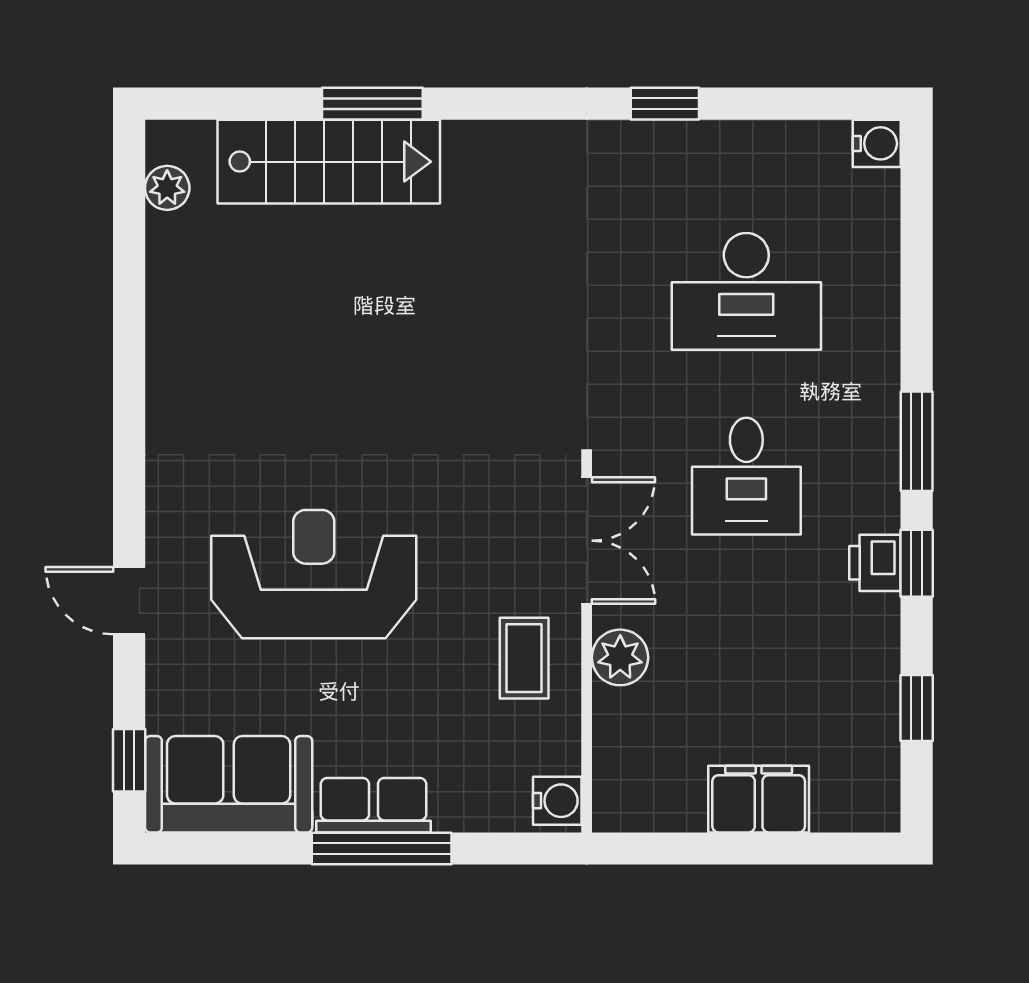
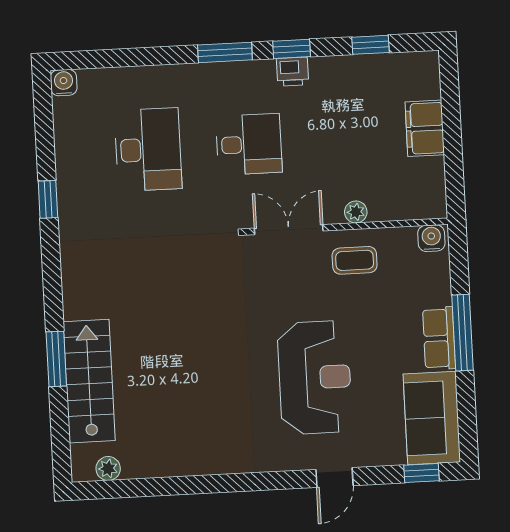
reception desk: (314, 574) -> (315, 378), turned 180
plant: (620, 657) -> (356, 212), width x0.73, depth x0.73

